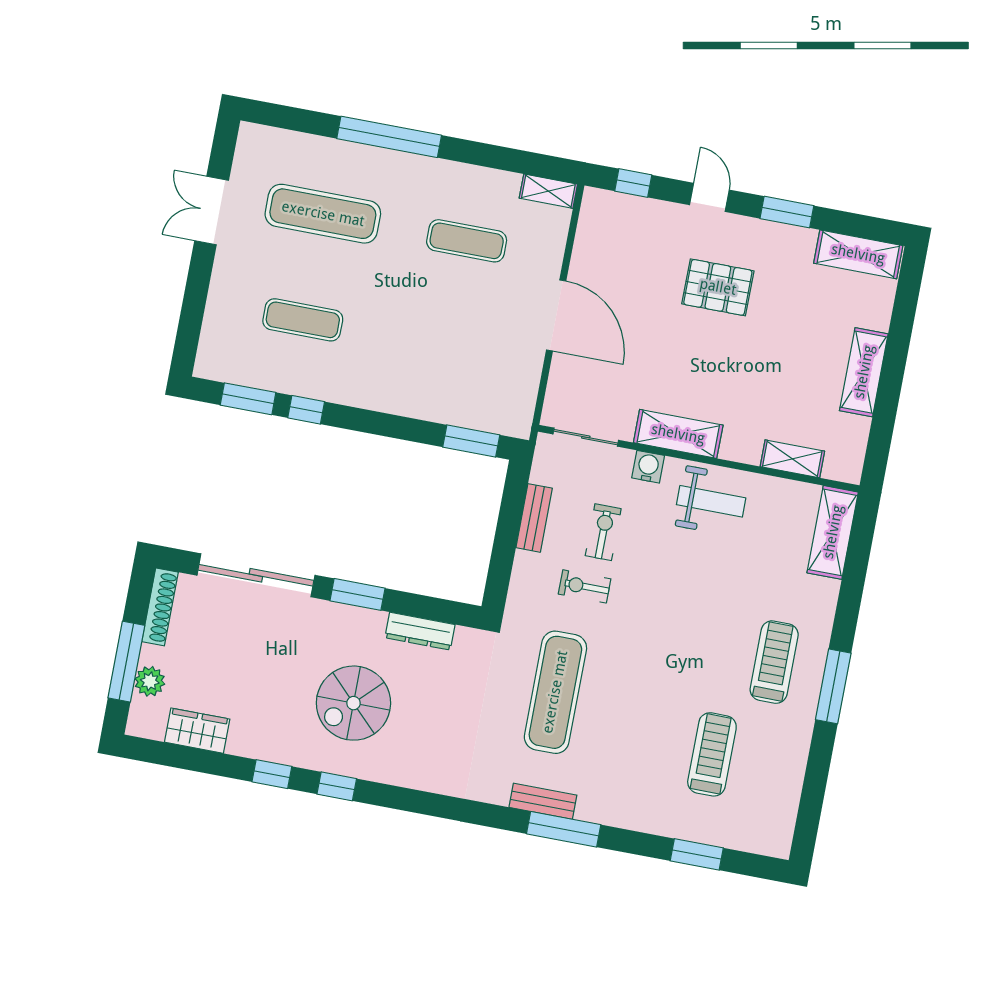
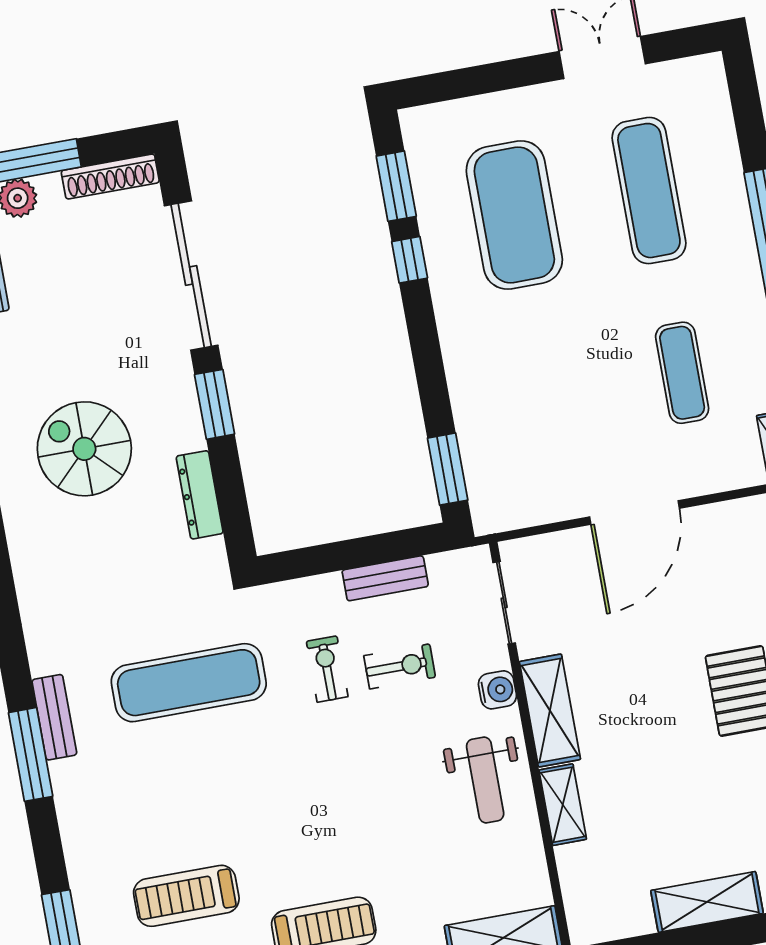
exercise mat: (303, 320) -> (514, 215), width x2.00, depth x1.45
shelving: (792, 459) -> (563, 805), moved
treadmill: (712, 754) -> (186, 896), turned 180

